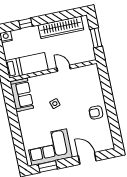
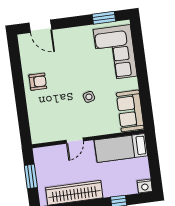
door: (64, 68) -> (75, 141), hinge flipped
corner sofa: (49, 147) -> (115, 53), moved, turned 90
door: (87, 158) -> (40, 26), moved

